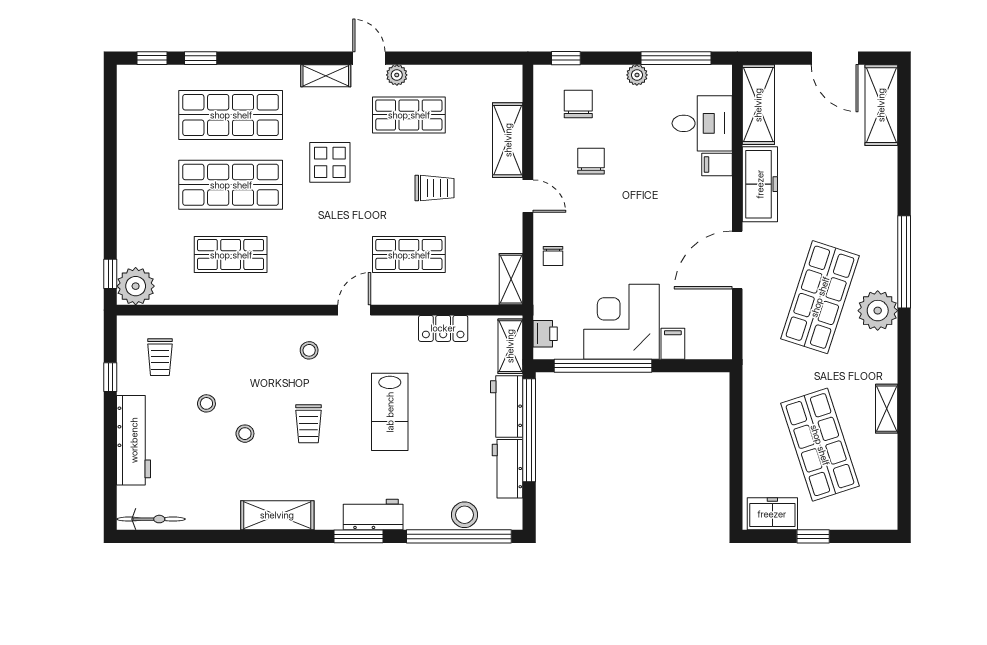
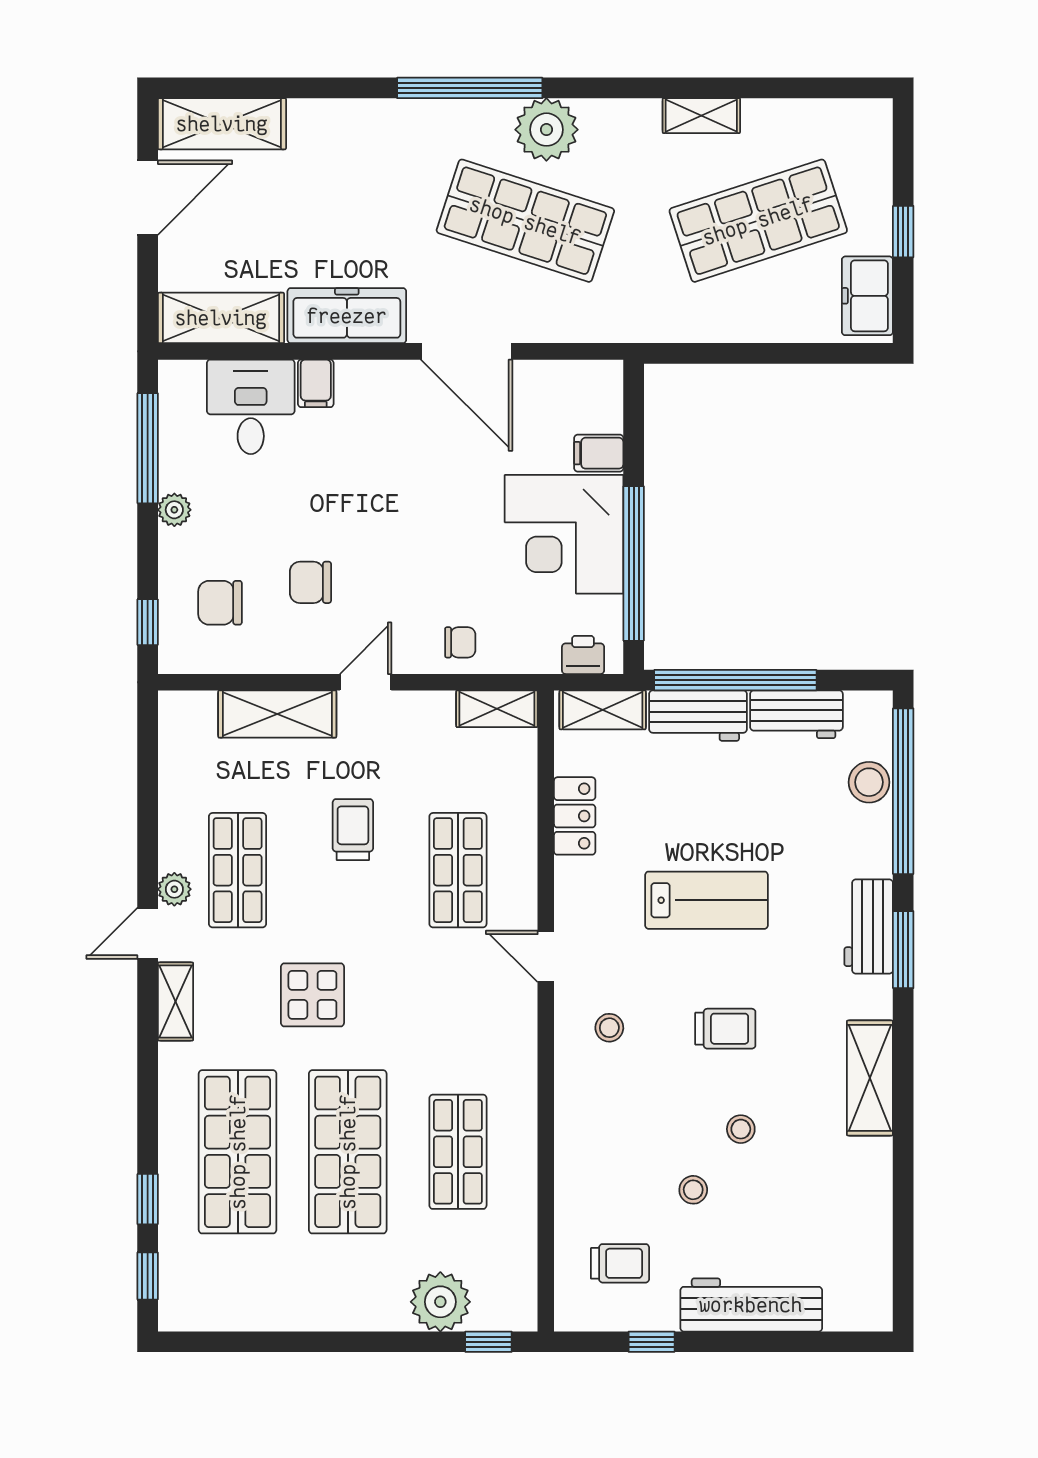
plant: (136, 286) -> (440, 1302), moved
bicycle: (151, 519) -> (876, 1277), removed

